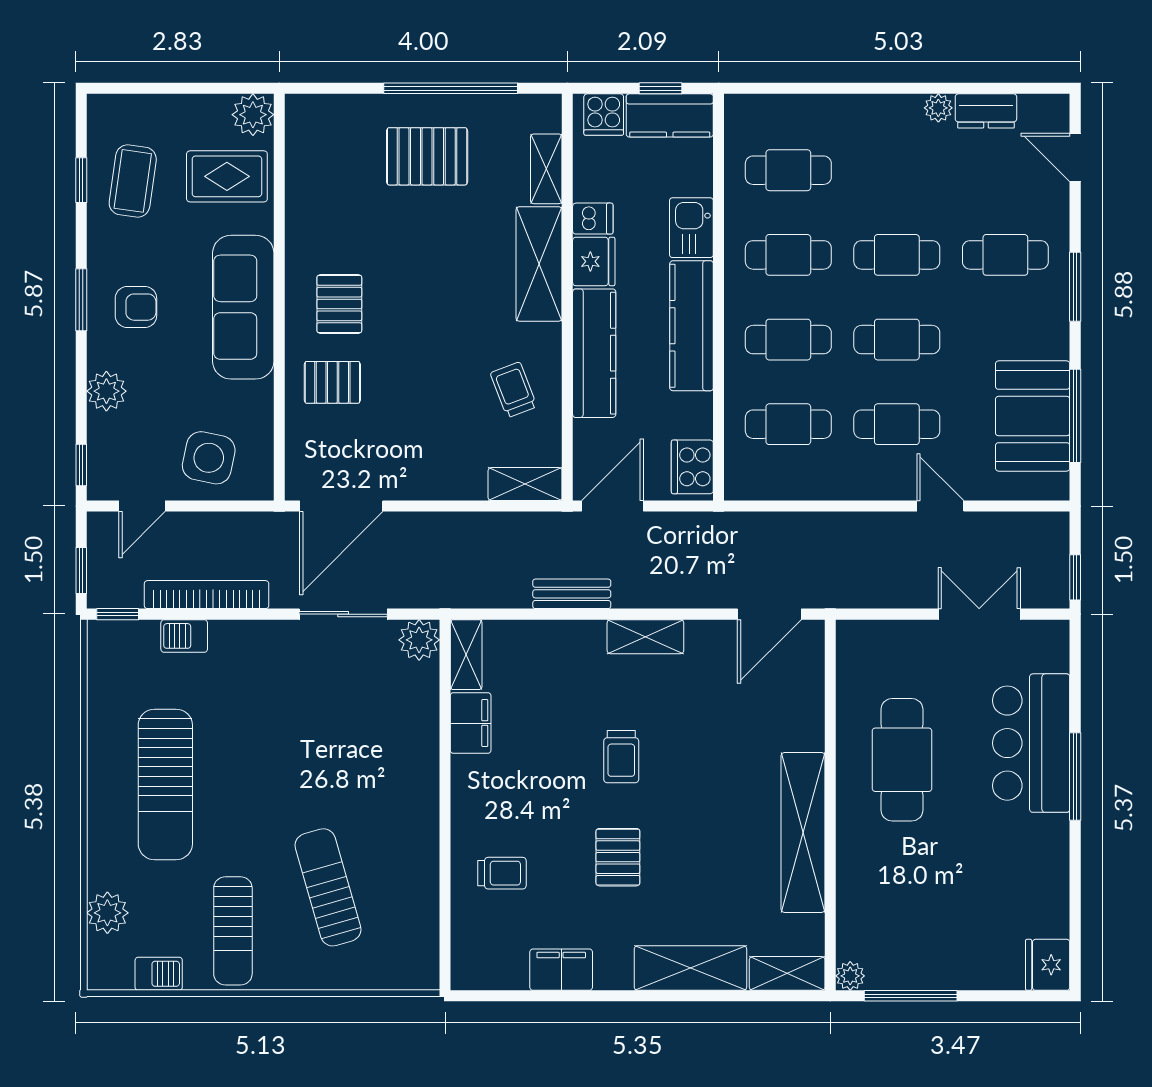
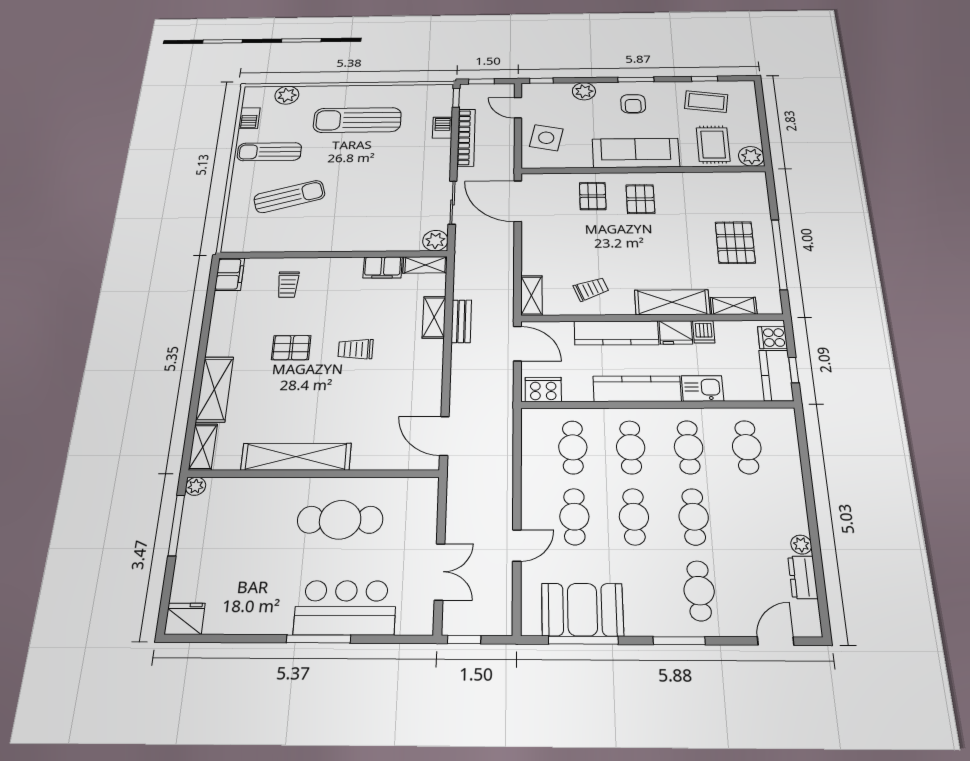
pallet: (339, 304) -> (640, 199), turned 90
shelving: (645, 637) -> (434, 317), moved
filing cabinet: (561, 970) -> (230, 274), moved

